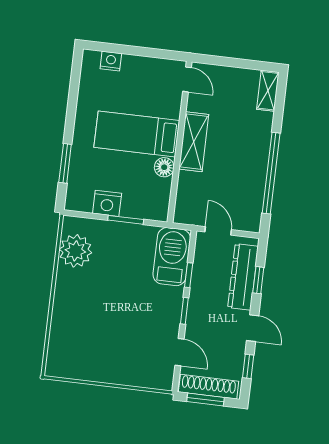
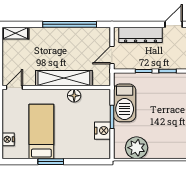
bed: (137, 134) -> (41, 131), moved, turned 180
shelving: (194, 142) -> (64, 78), width x1.47
window: (65, 163) -> (51, 162), moved
barbecue: (172, 257) -> (125, 103), moved, turned -90
window: (258, 280) -> (141, 24), removed

